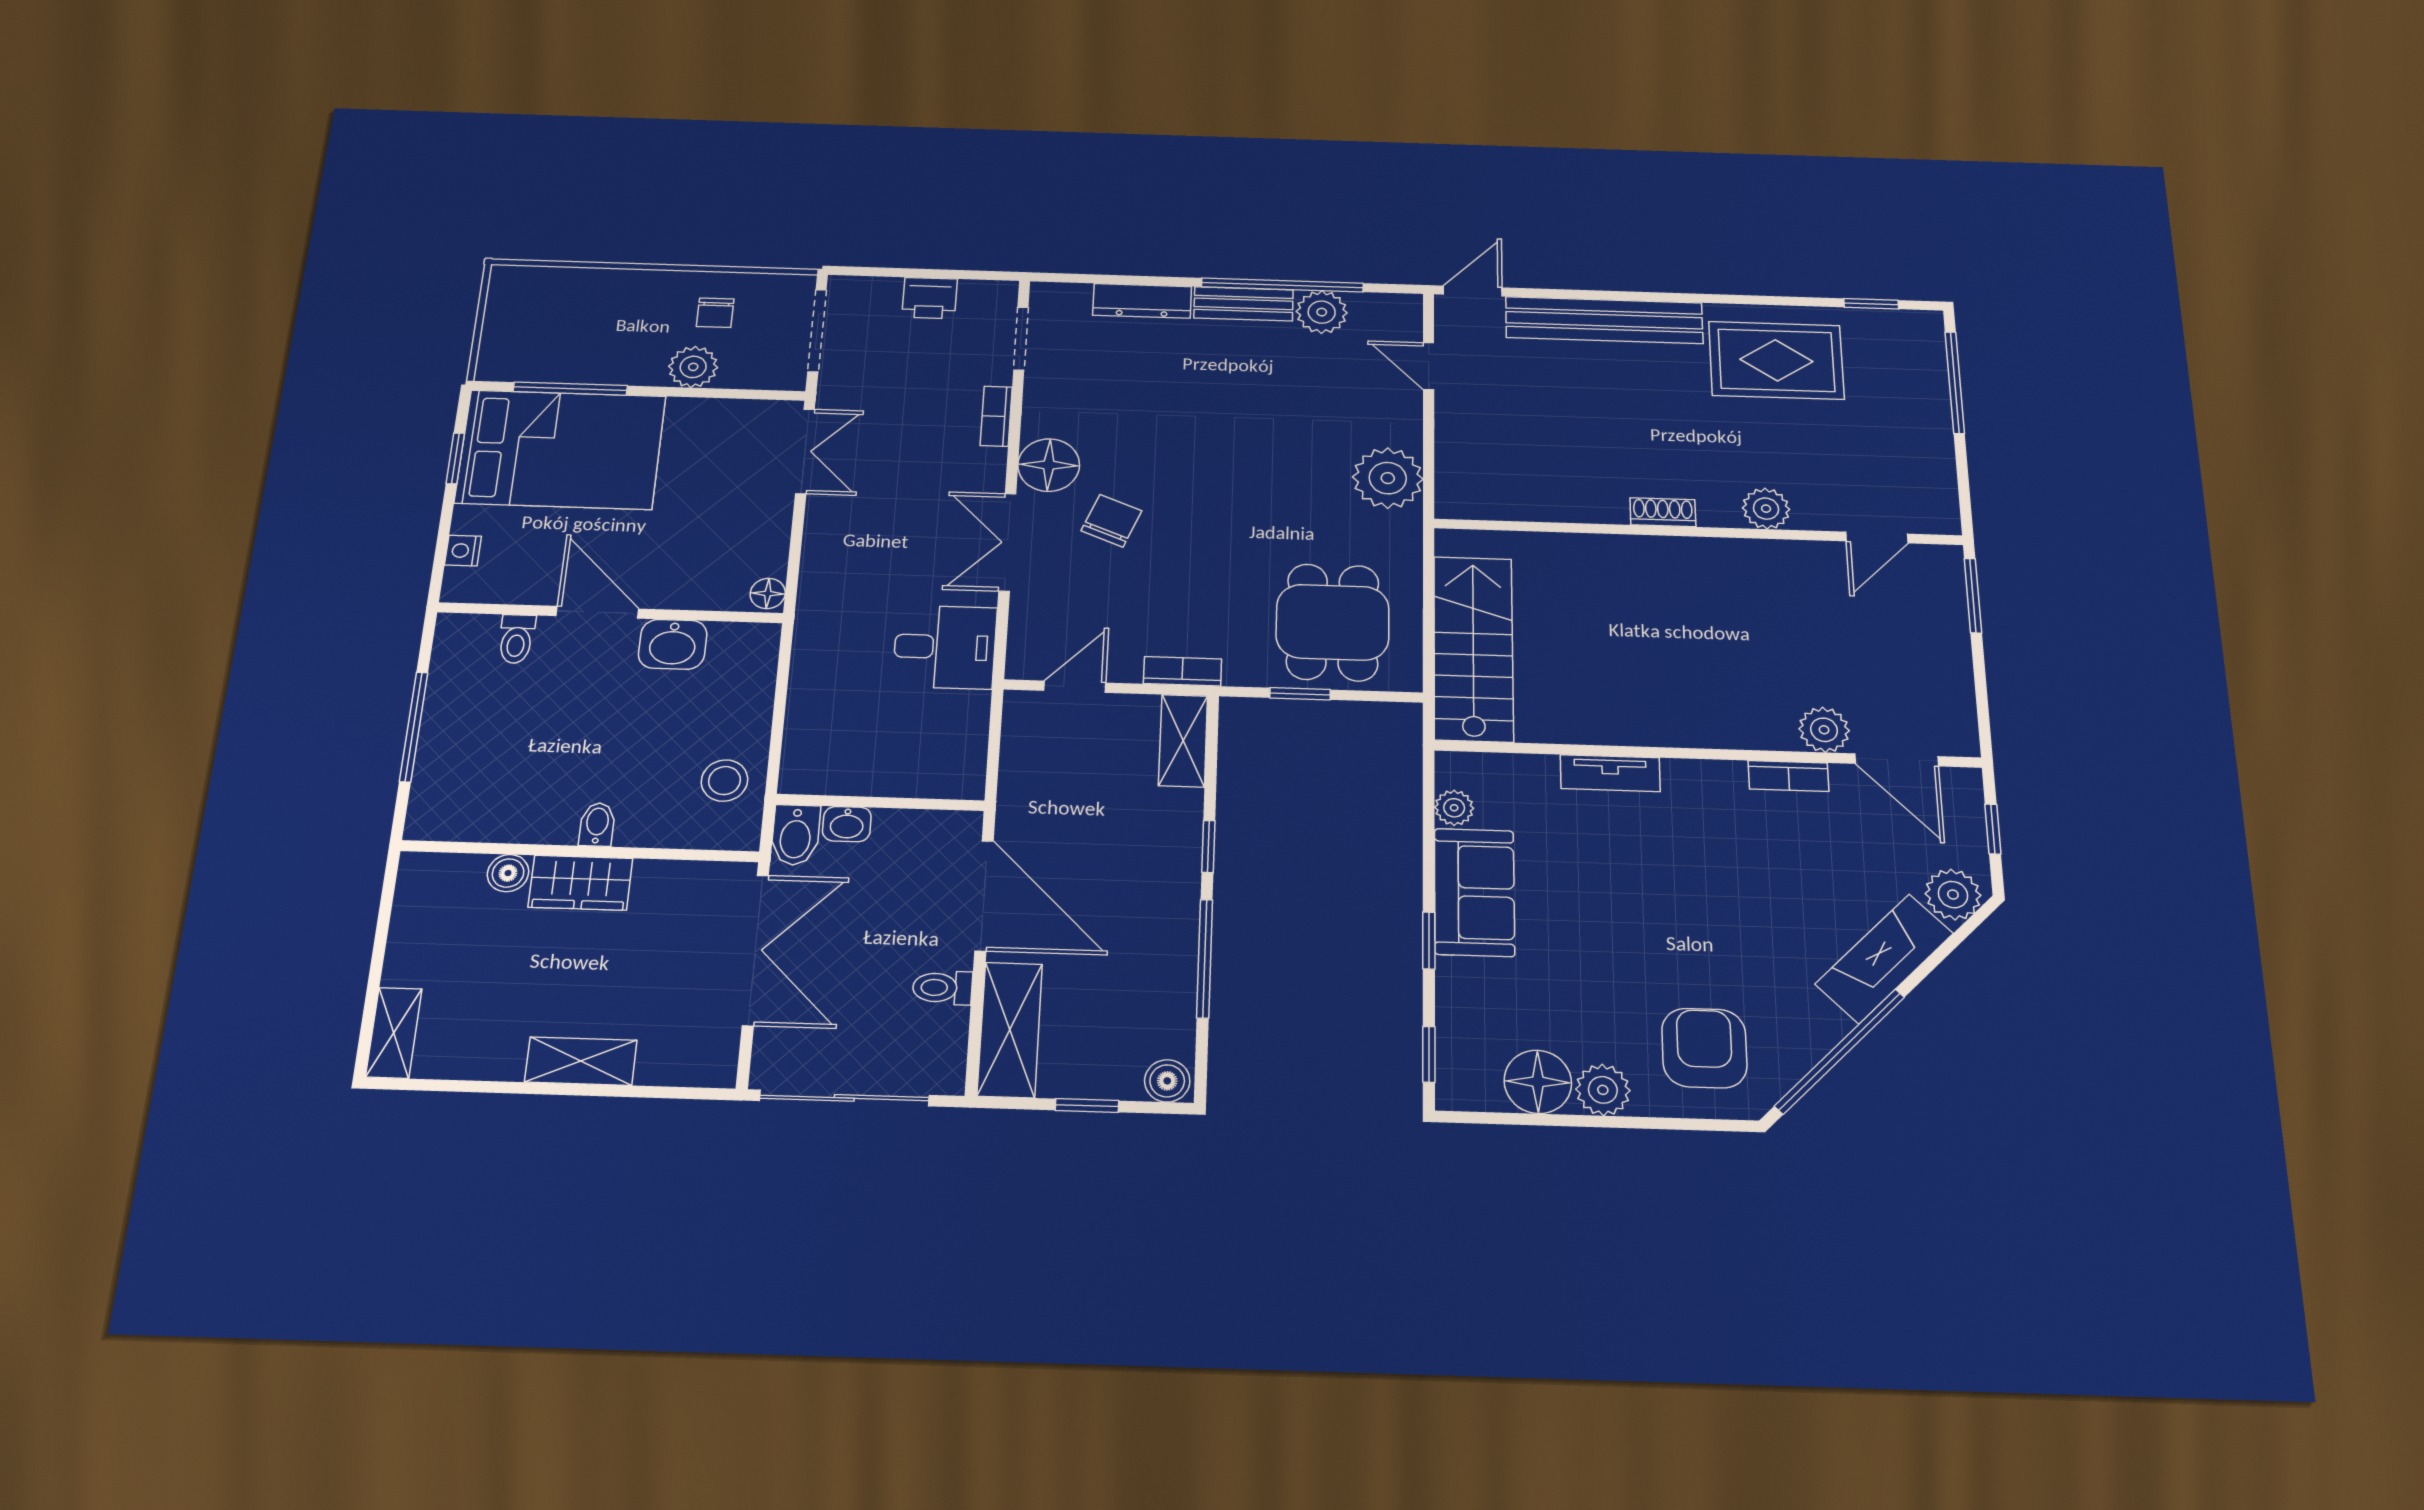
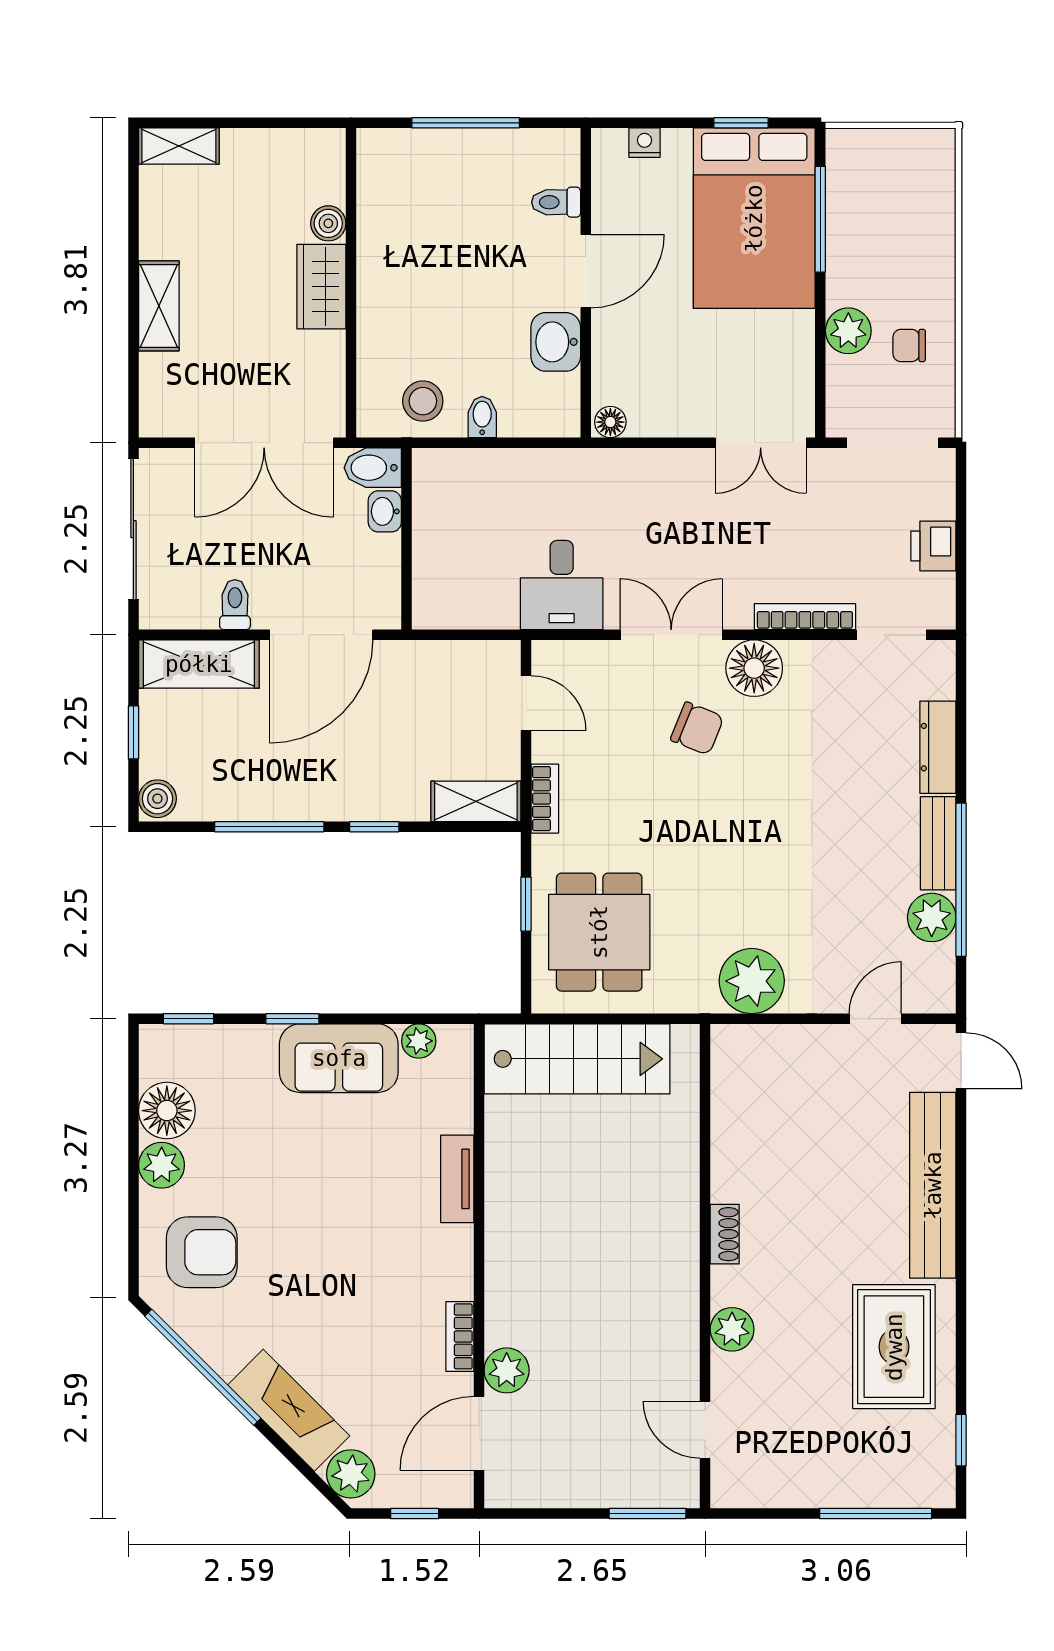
bookcase: (996, 416) -> (805, 617), width x1.56
dining table: (1333, 622) -> (599, 932), turned 90
bidet: (597, 825) -> (482, 417), moved, turned -90

